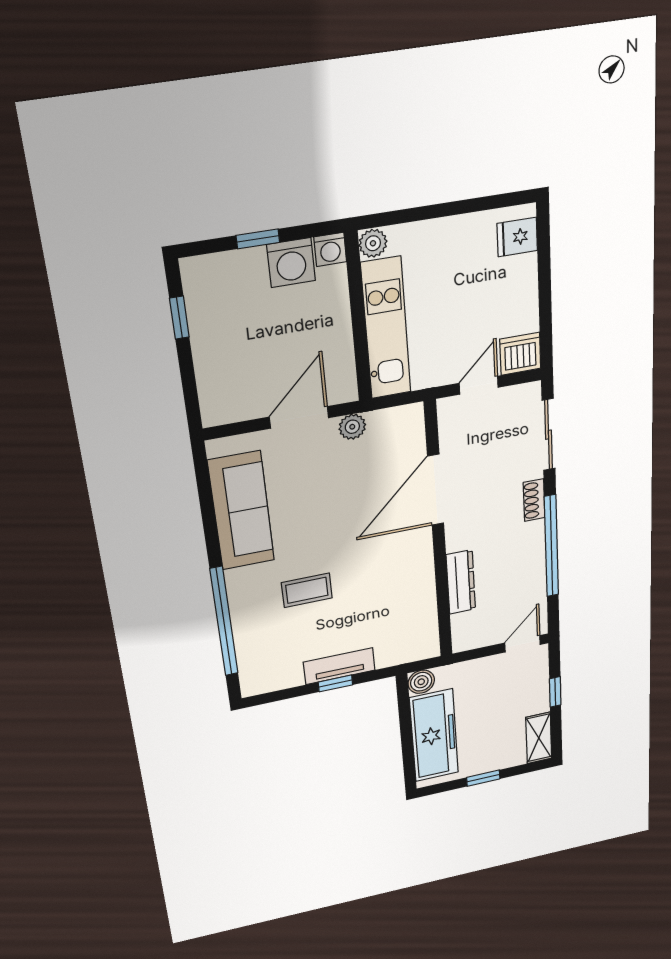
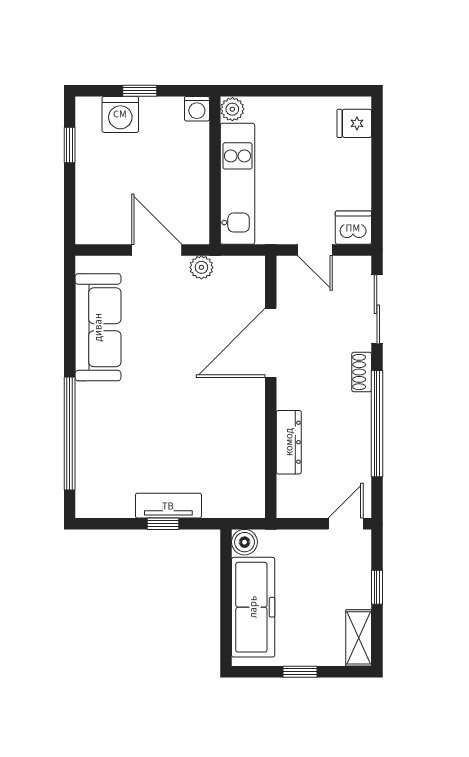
washing machine: (291, 263) -> (120, 114), moved
door: (479, 385) -> (315, 250), swing flipped
door: (299, 417) -> (157, 250), hinge flipped
coffee table: (307, 590) -> (147, 418), removed

